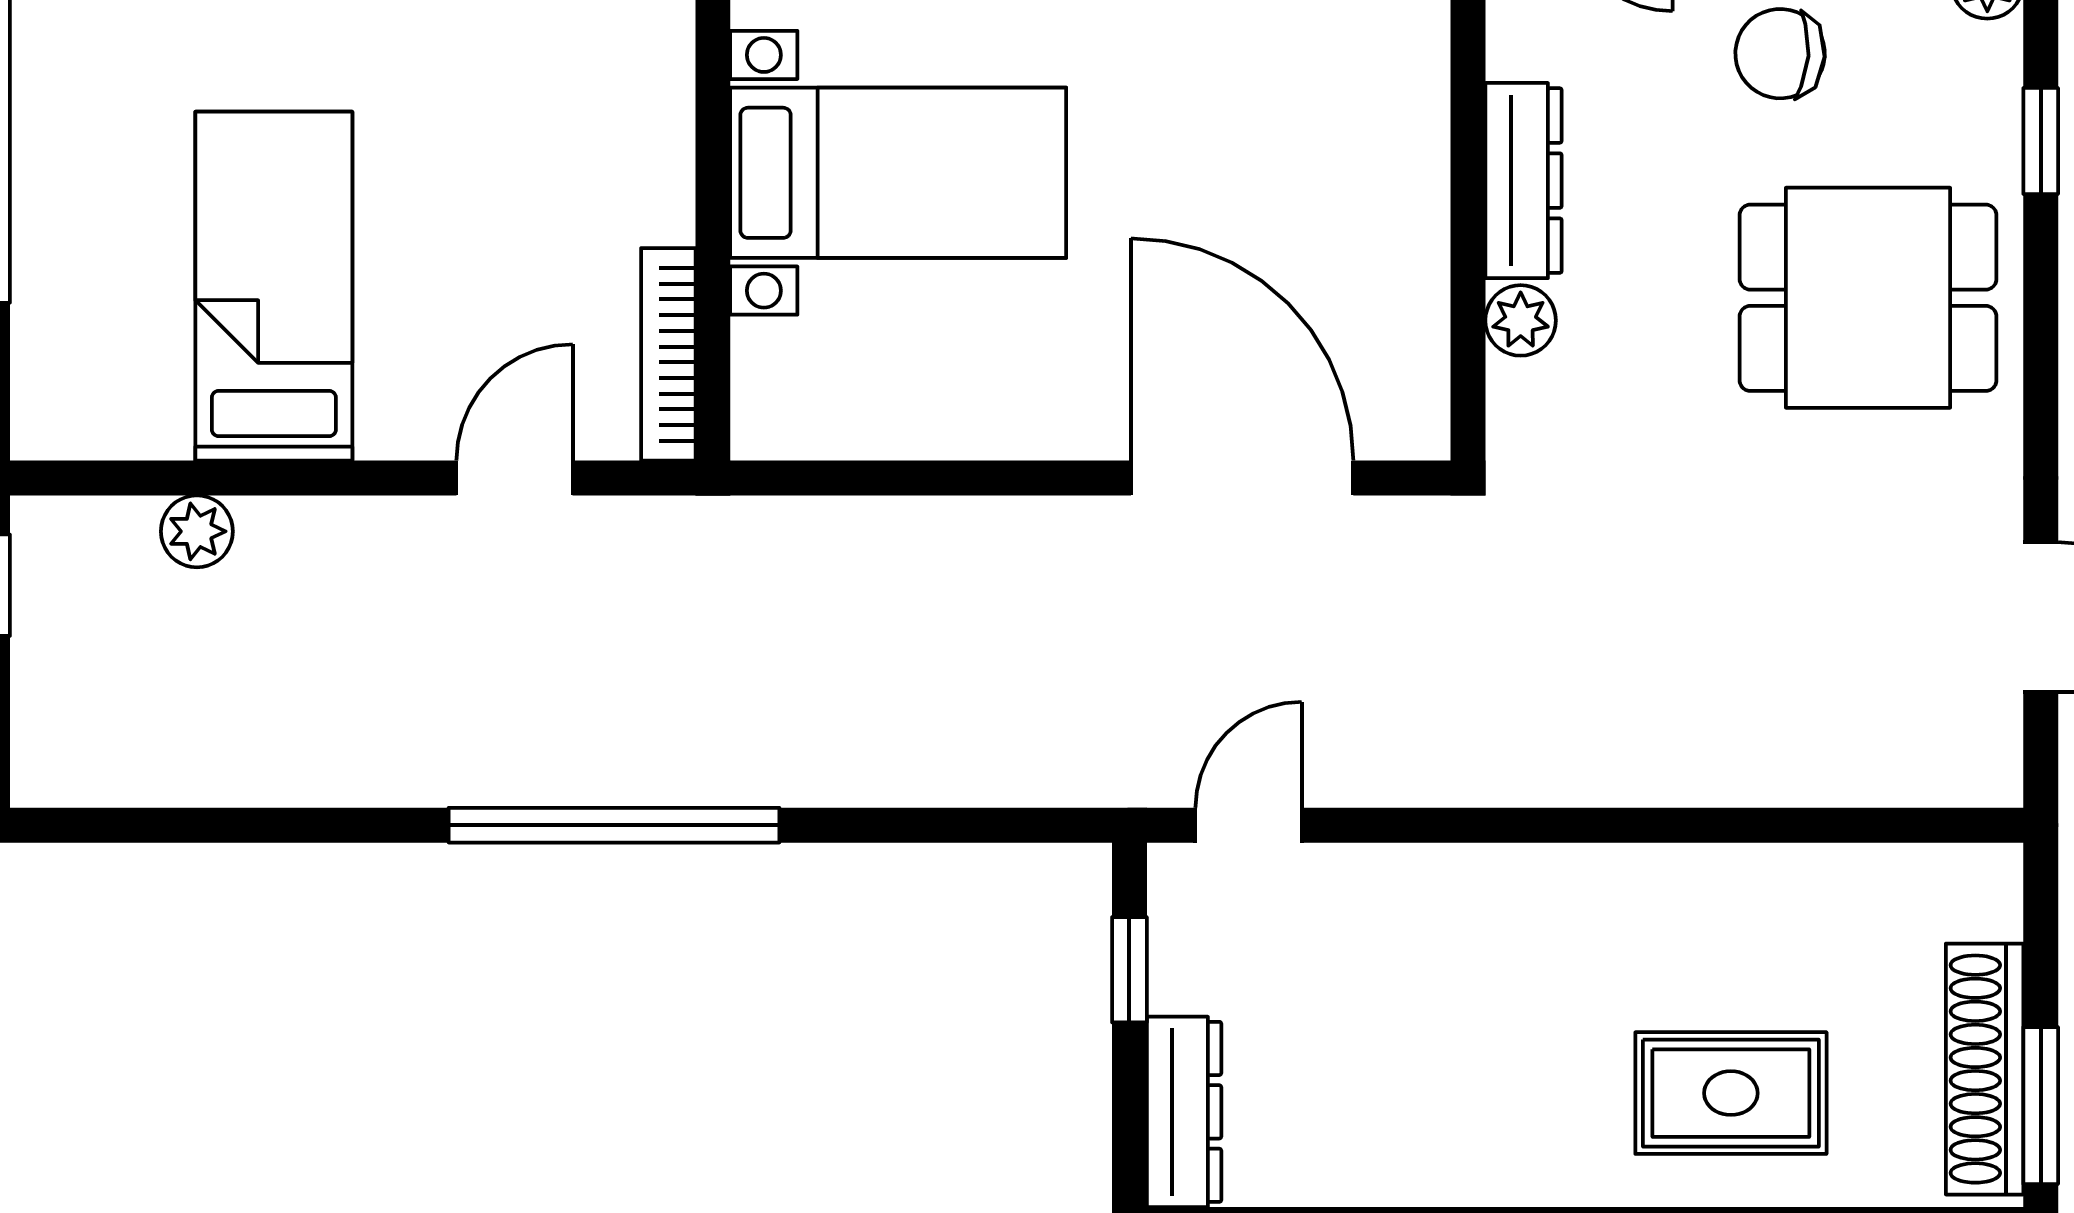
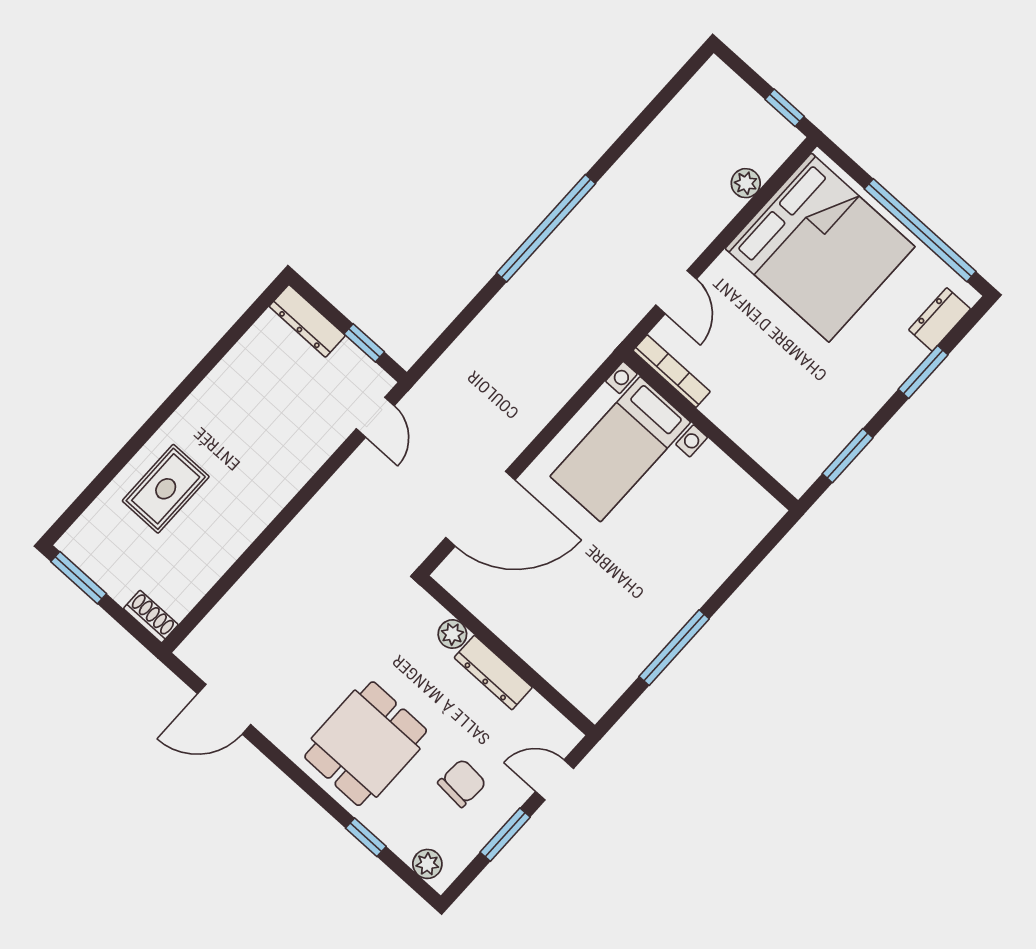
bed with nightstands: (898, 173) -> (620, 449), moved
bed: (274, 286) -> (820, 248), width x2.04
shoe rack: (1985, 1069) -> (151, 617), moved, width x0.51, depth x0.81

